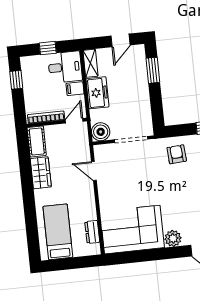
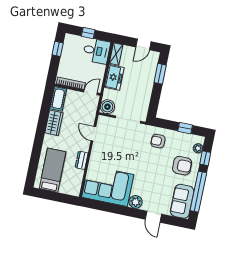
filing cabinet: (75, 89) -> (99, 69), removed
armchair: (177, 154) -> (158, 141), turned -86
dresser: (92, 232) -> (82, 160), moved

